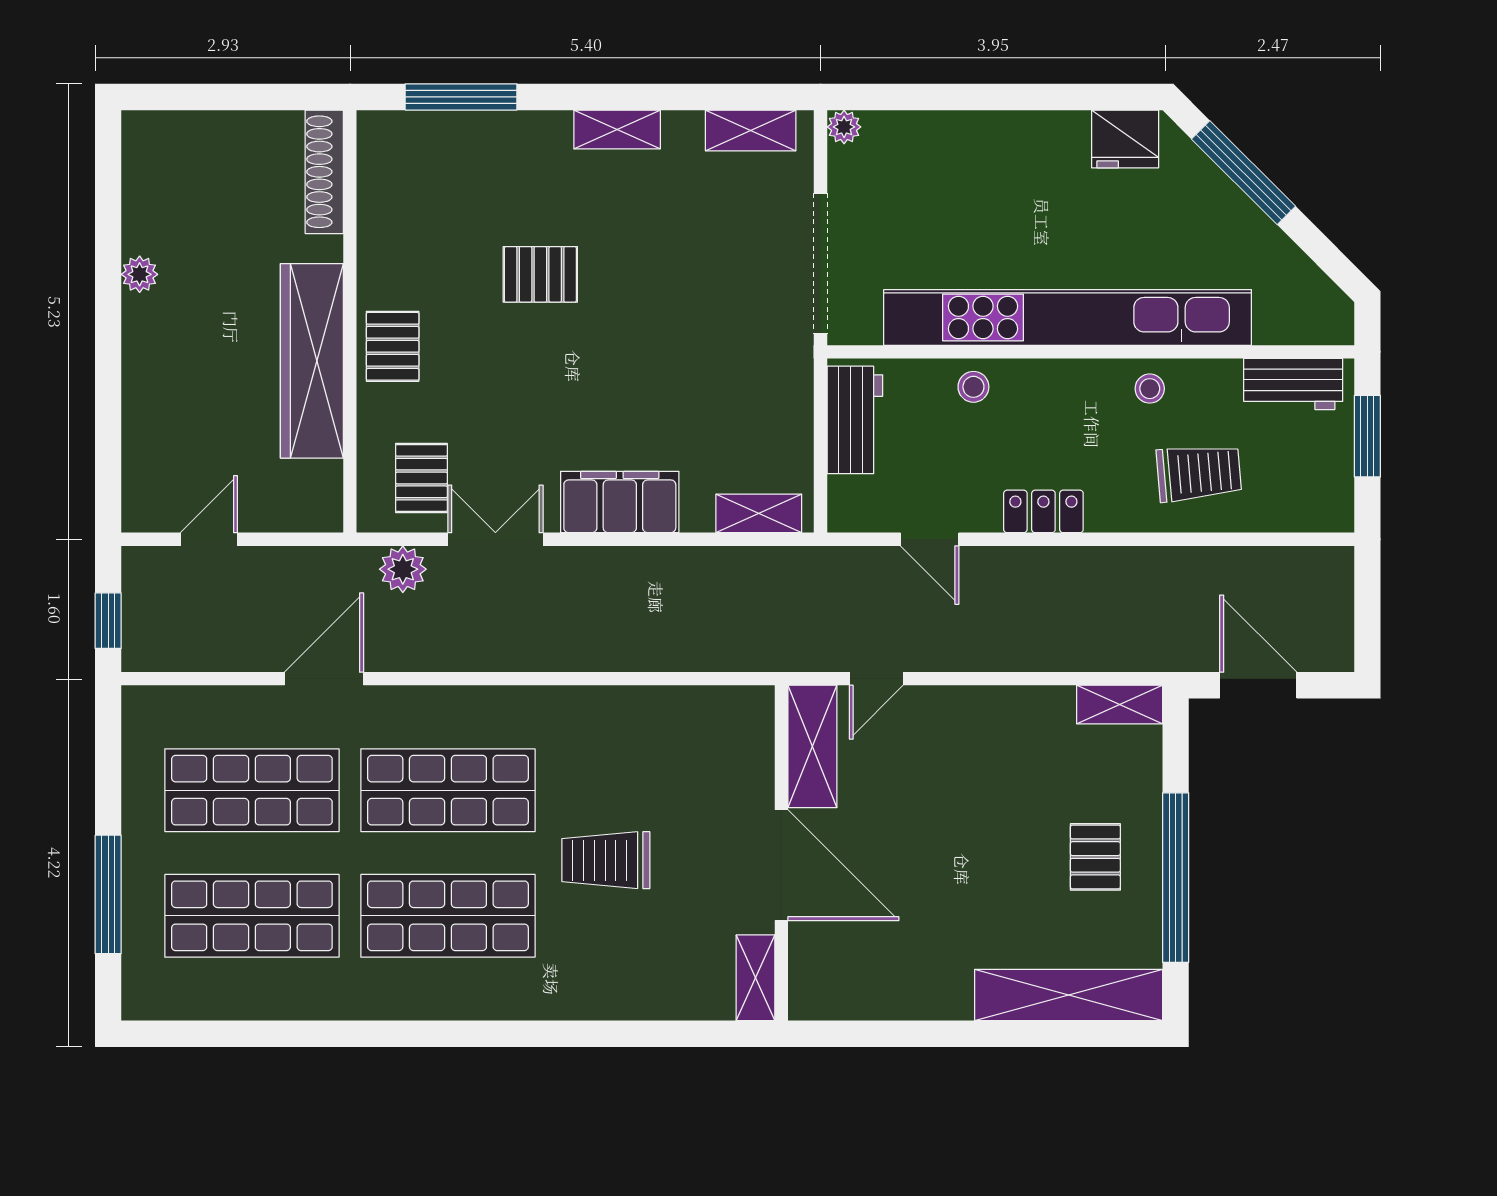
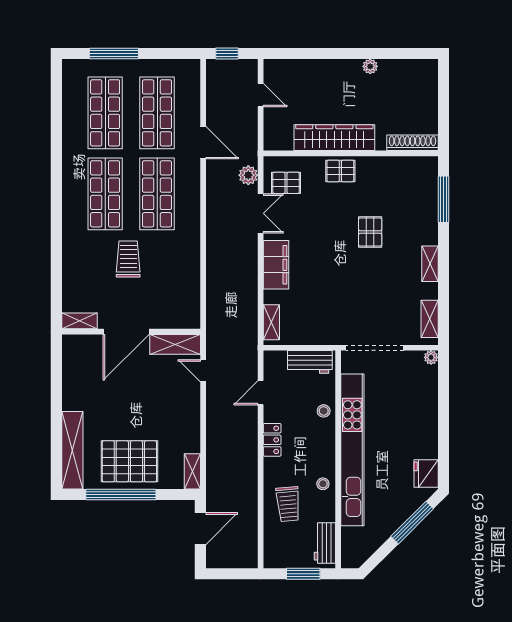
pallet: (1095, 857) -> (129, 461), width x2.05, depth x2.00

